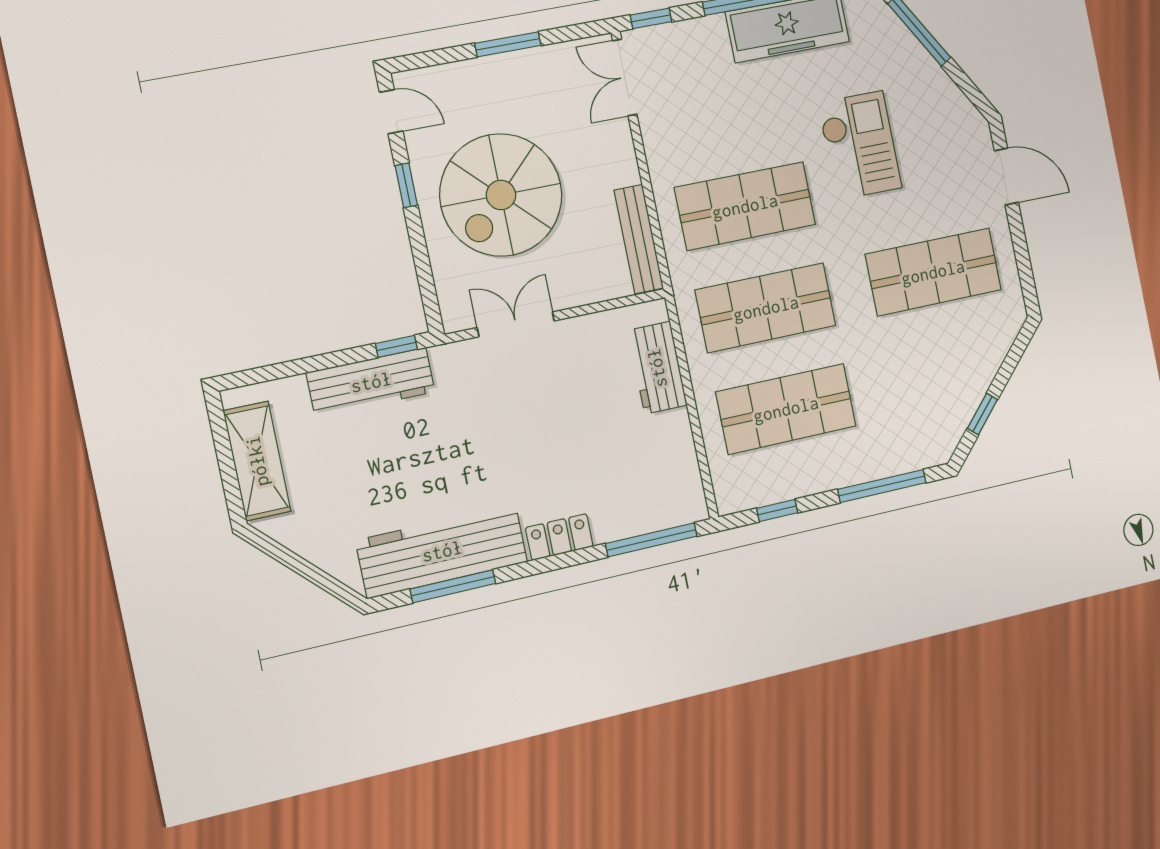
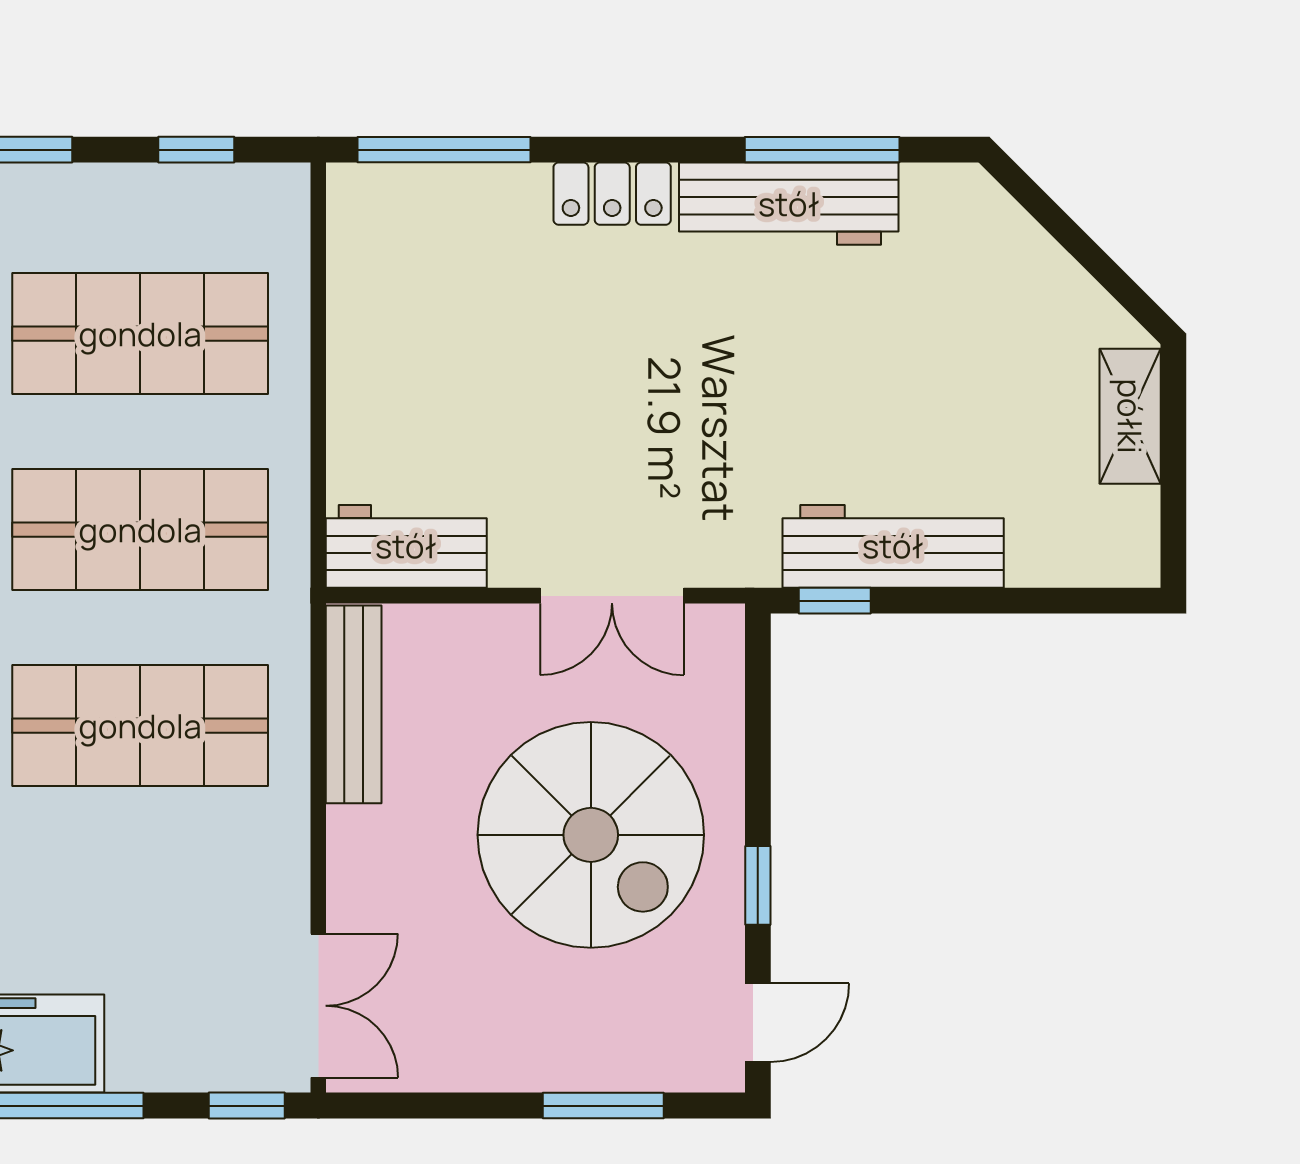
window: (508, 44) -> (603, 1106), moved
door: (391, 112) -> (758, 1023), swing flipped
spiral stairs: (501, 195) -> (591, 835), turned 90
workbench: (657, 368) -> (406, 546), moved, turned -90
shelving: (257, 461) -> (1130, 416), width x0.67, depth x0.75
workbench: (442, 551) -> (789, 204), width x0.73, depth x0.76

